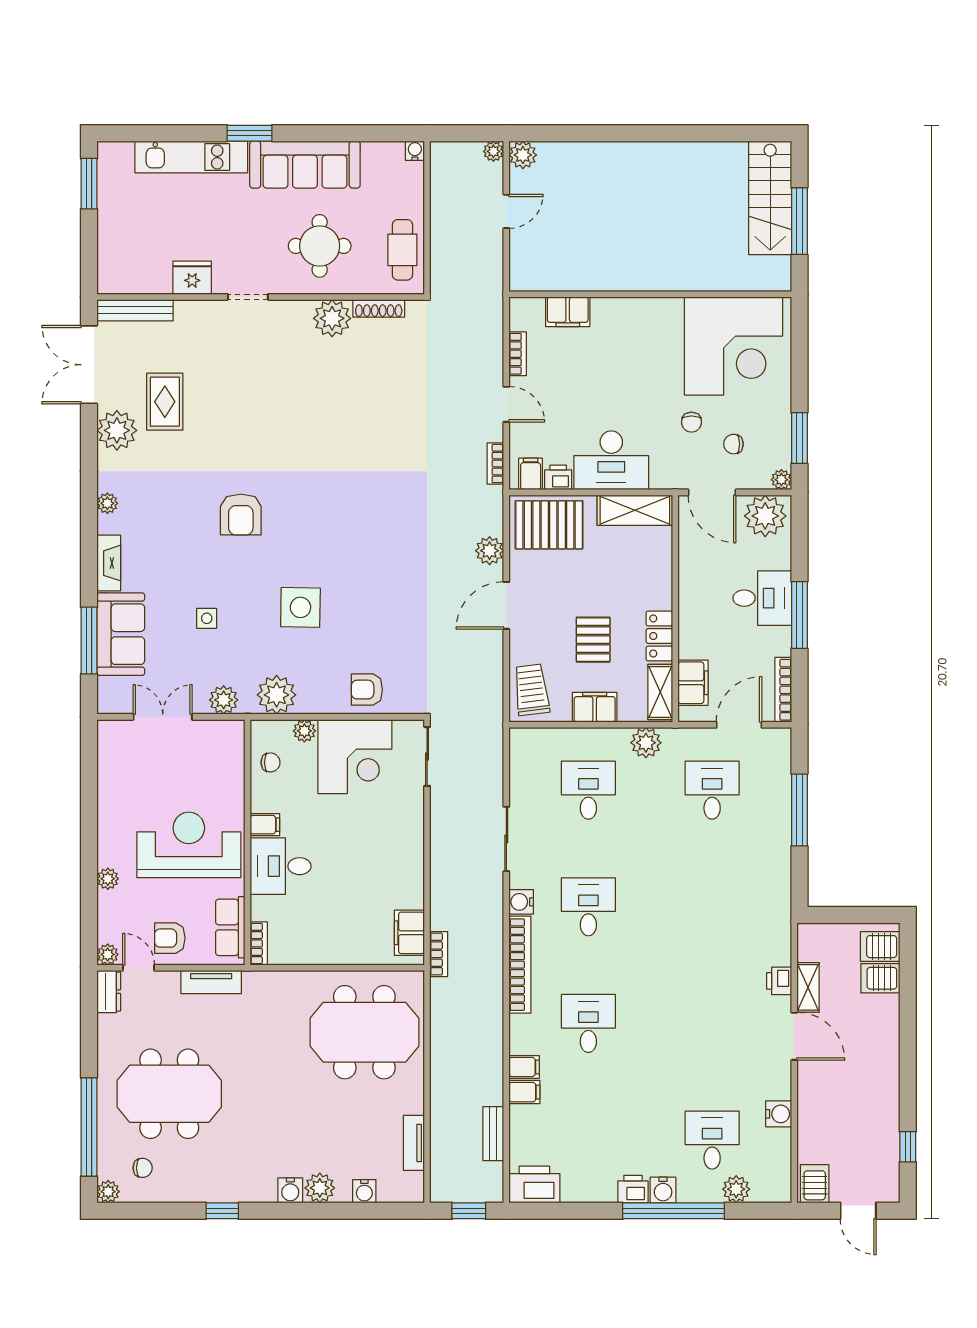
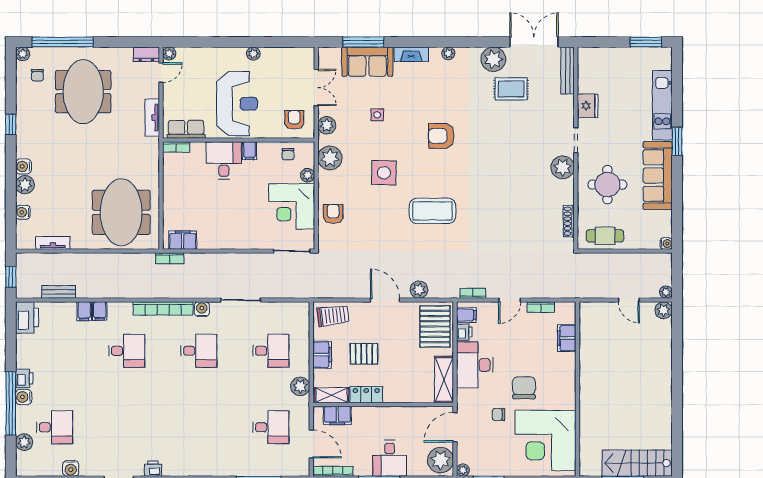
plant: (332, 318) -> (563, 167), moved
chair: (733, 444) -> (524, 388), moved, width x1.87, depth x1.87
coffee table: (362, 529) -> (433, 211), added
plant: (108, 879) -> (253, 54), moved
armchair: (170, 938) -> (294, 120), moved

